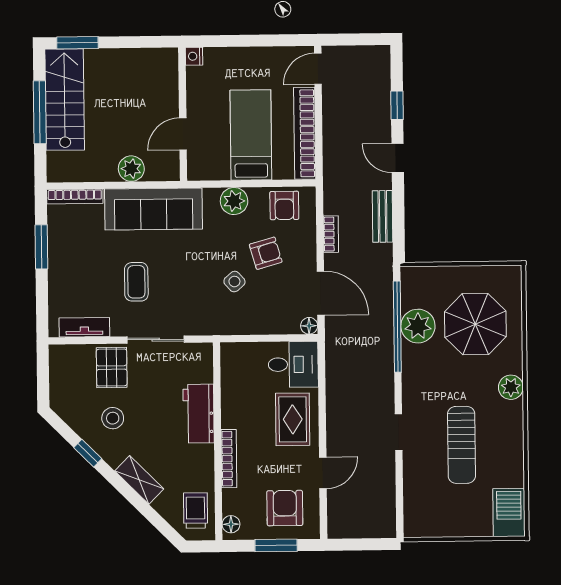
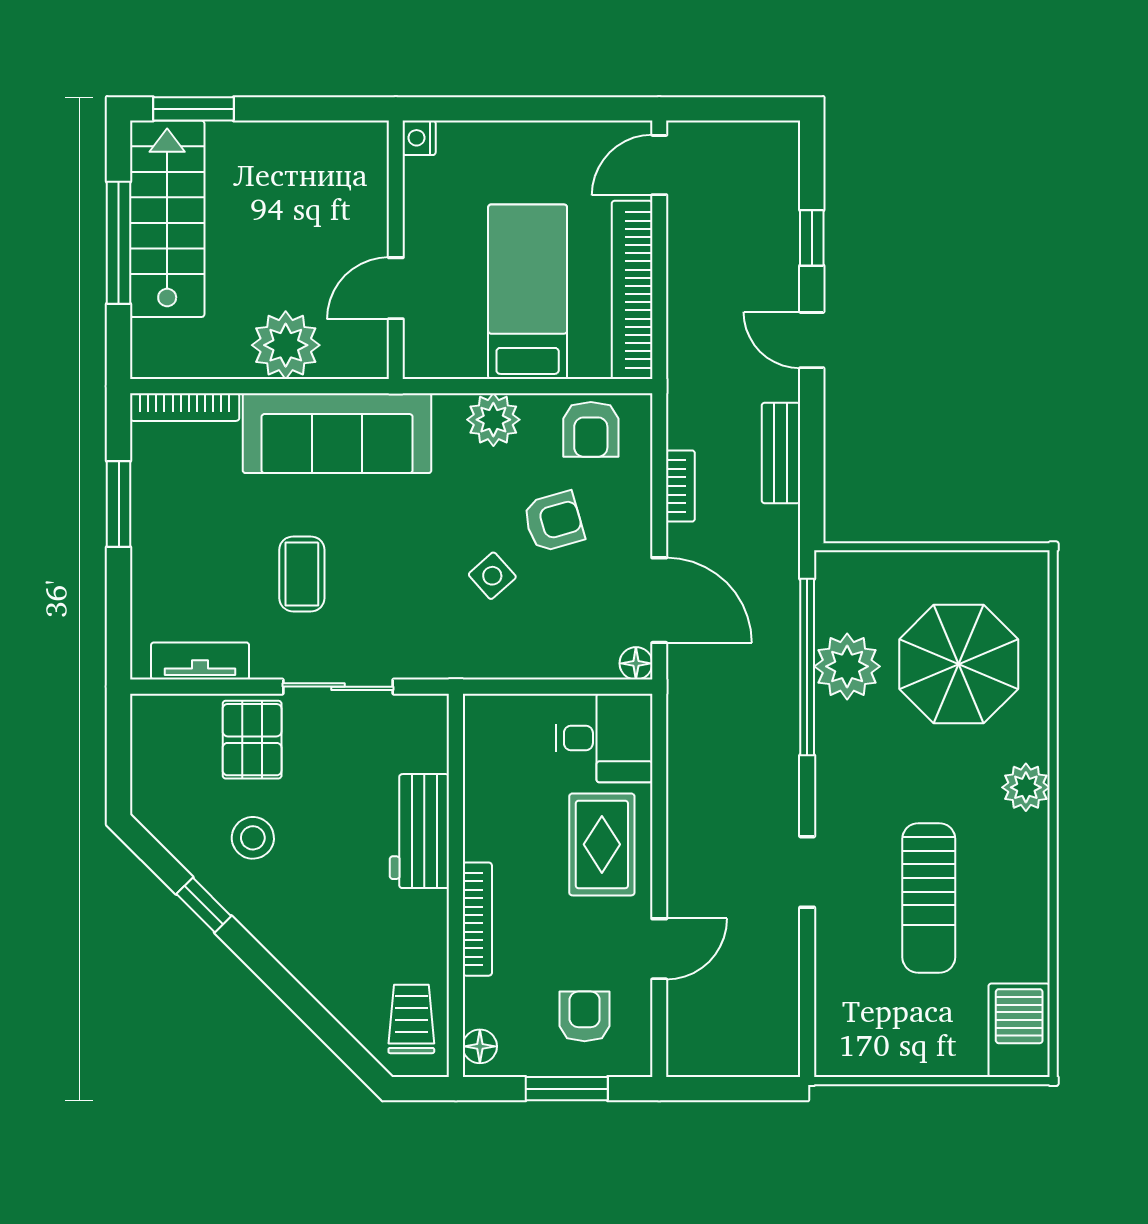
plant: (131, 169) -> (286, 345), width x1.36, depth x1.36
shelving: (139, 480) -> (303, 958), removed
armchair: (285, 508) -> (585, 1016), width x0.72, depth x0.72

